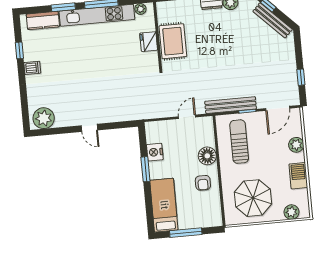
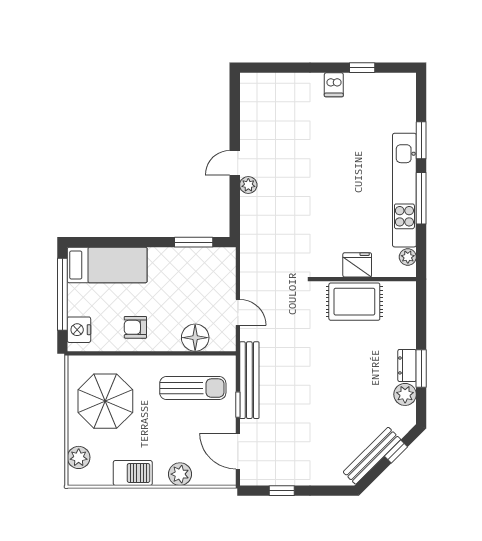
kitchen counter: (43, 20) -> (404, 107), removed
plant: (44, 118) -> (248, 185), moved, width x0.53, depth x0.53
nightstand: (155, 152) -> (79, 330), moved, turned -90
floor lamp: (207, 156) -> (195, 338), moved
window: (145, 169) -> (194, 242), moved
window: (186, 233) -> (62, 294), width x1.46

